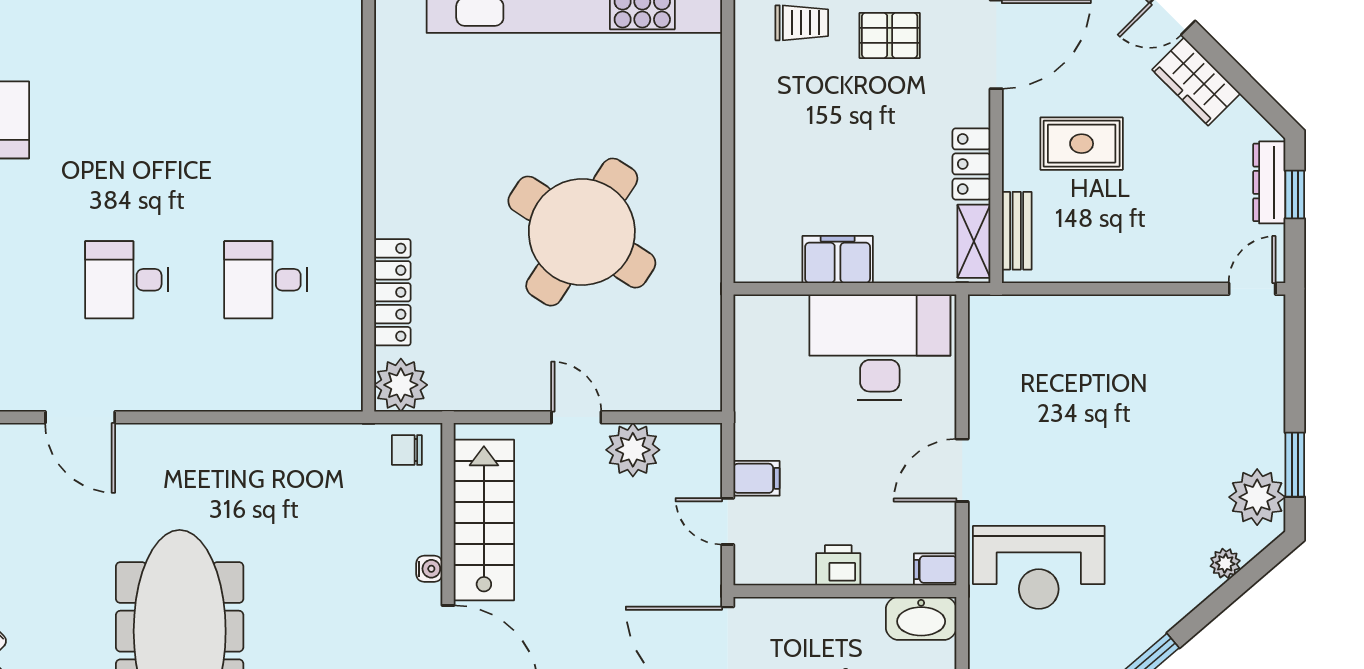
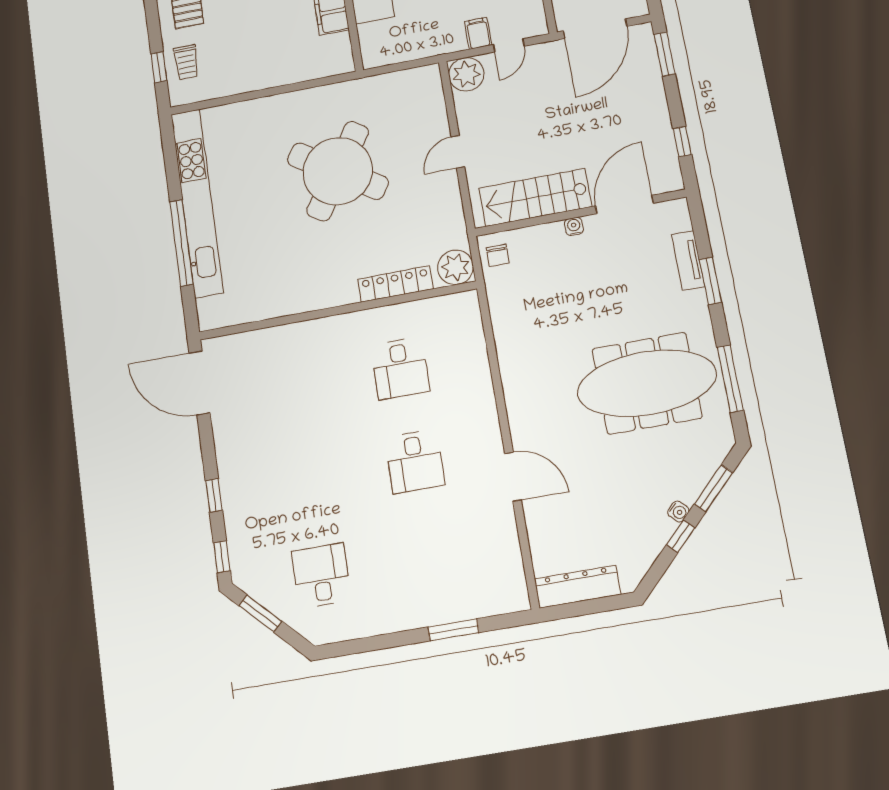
trolley: (802, 23) -> (186, 62), turned 180
door: (80, 417) -> (513, 477), hinge flipped
plant: (633, 450) -> (466, 74), moved

